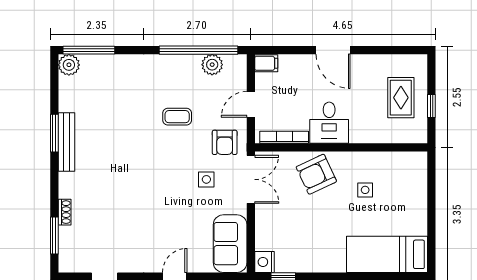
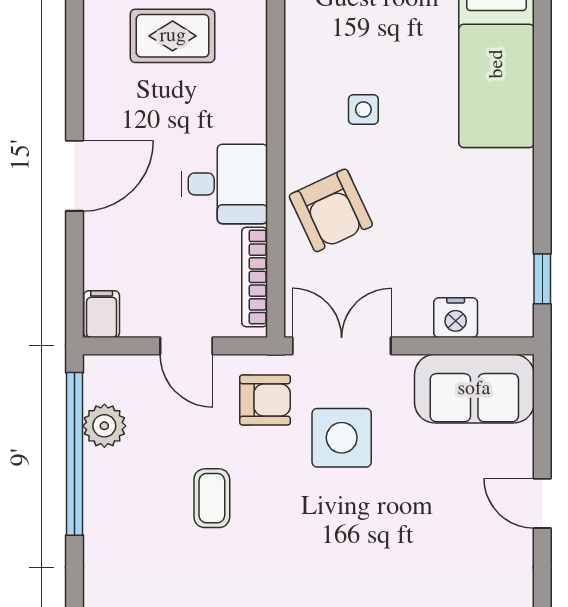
side table: (206, 179) -> (342, 438), width x1.87, depth x1.87
nightstand: (264, 262) -> (456, 318), moved

